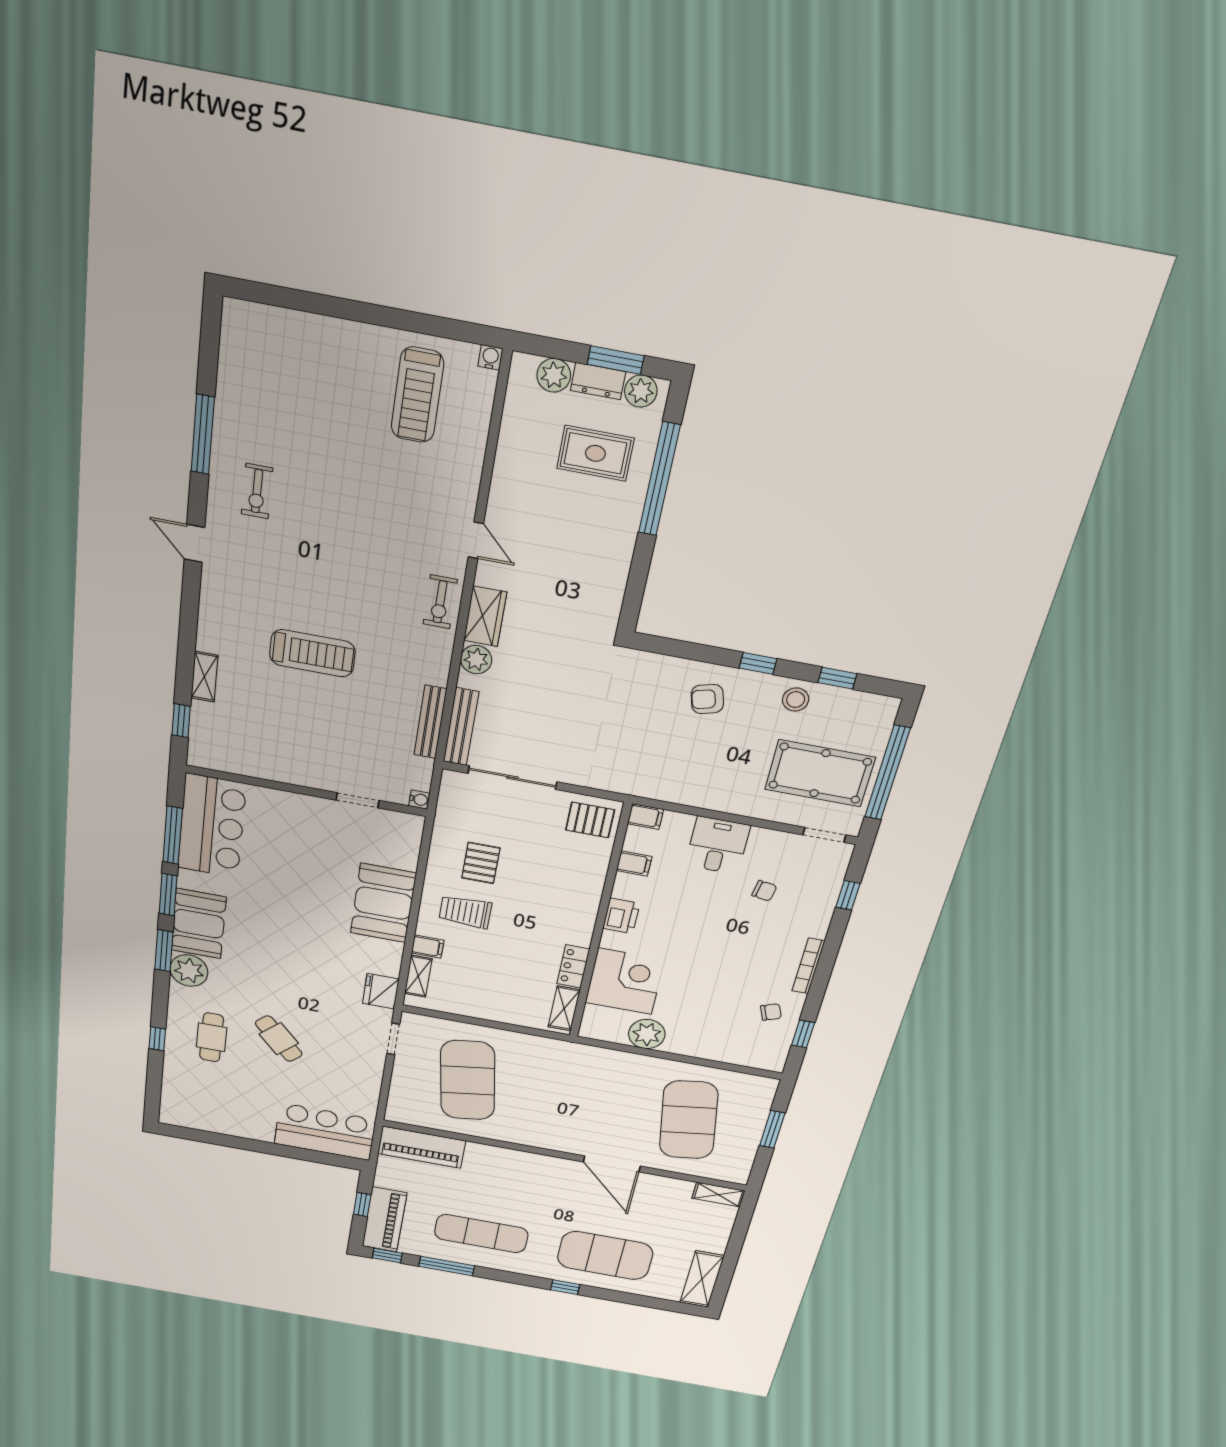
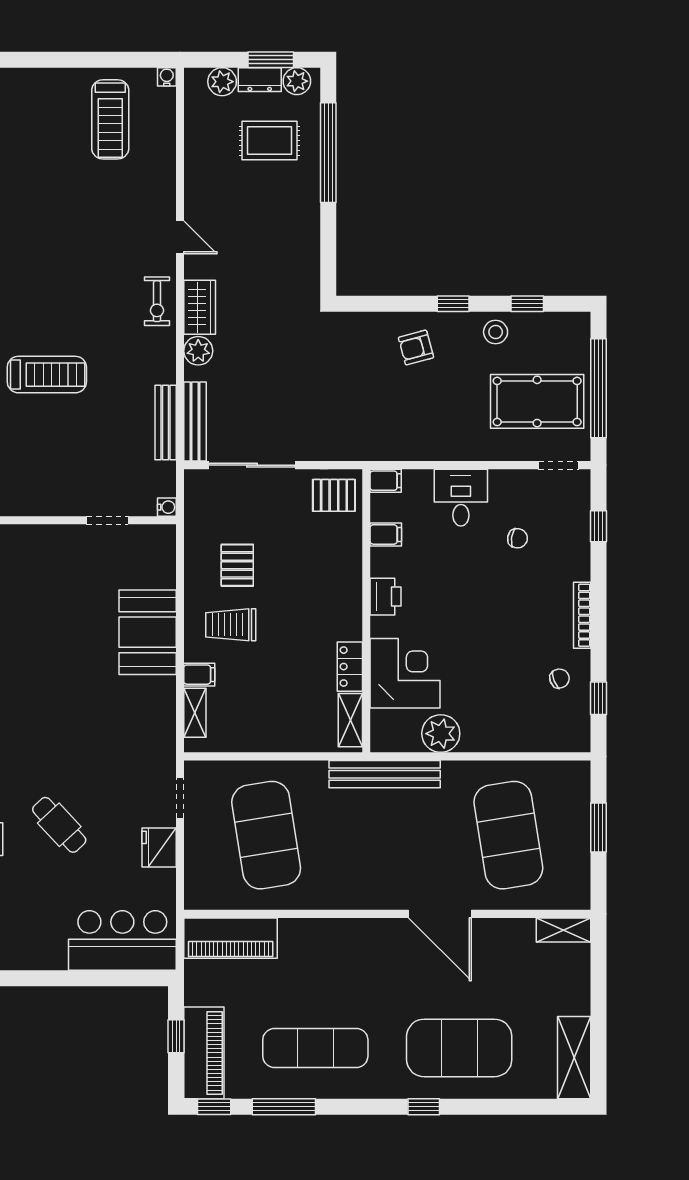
fridge: (381, 991) -> (159, 848), moved
bench: (587, 1055) -> (385, 774), added

